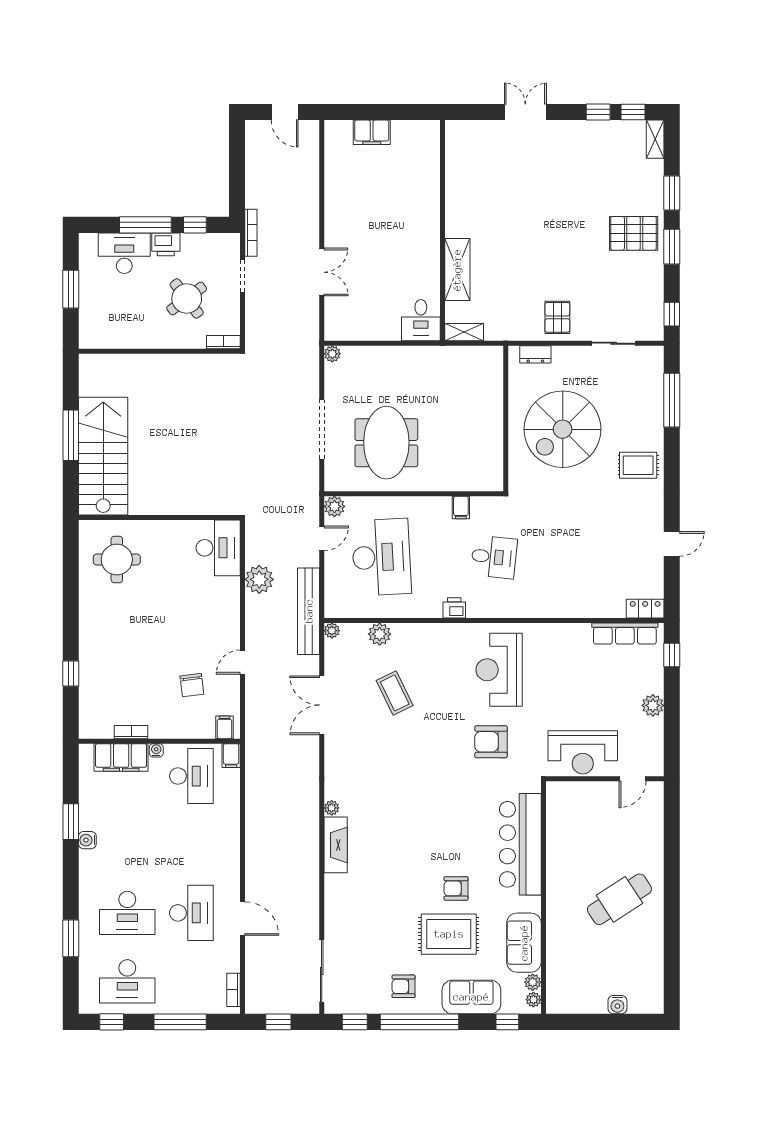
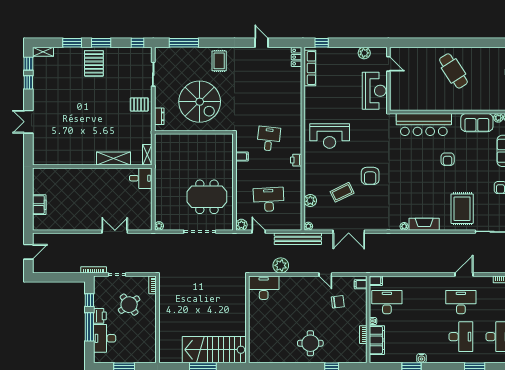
desk: (381, 557) -> (269, 199), width x0.73, depth x0.77
round table: (117, 560) -> (310, 343), moved
plant: (653, 705) -> (364, 53), moved
armchair: (491, 742) -> (370, 176), moved
rug: (449, 934) -> (462, 209), moved

